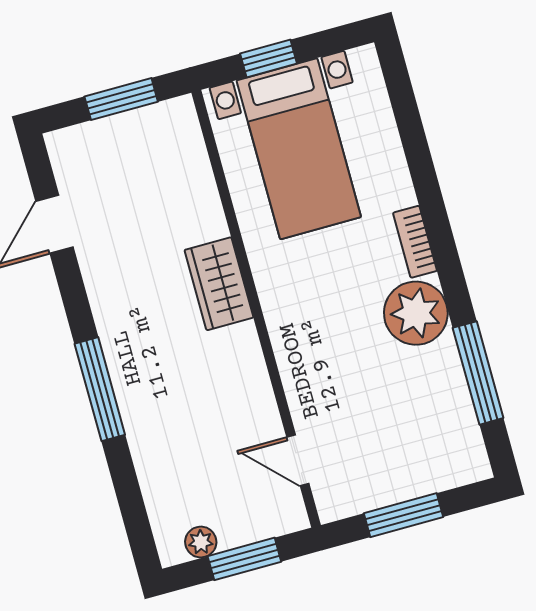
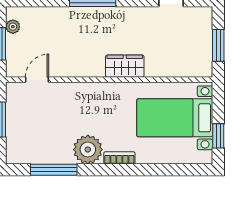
window: (269, 59) -> (218, 136), moved

